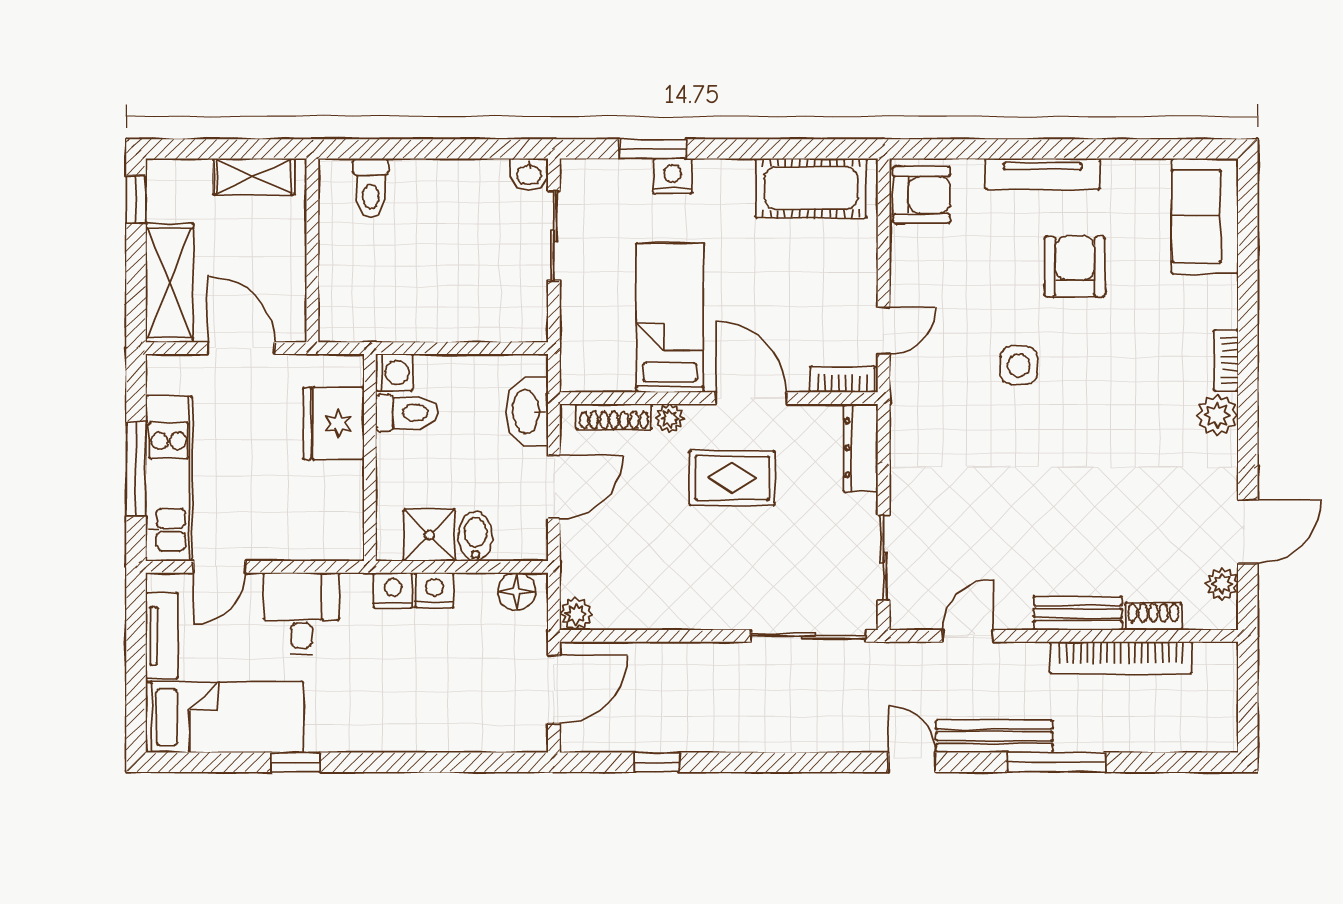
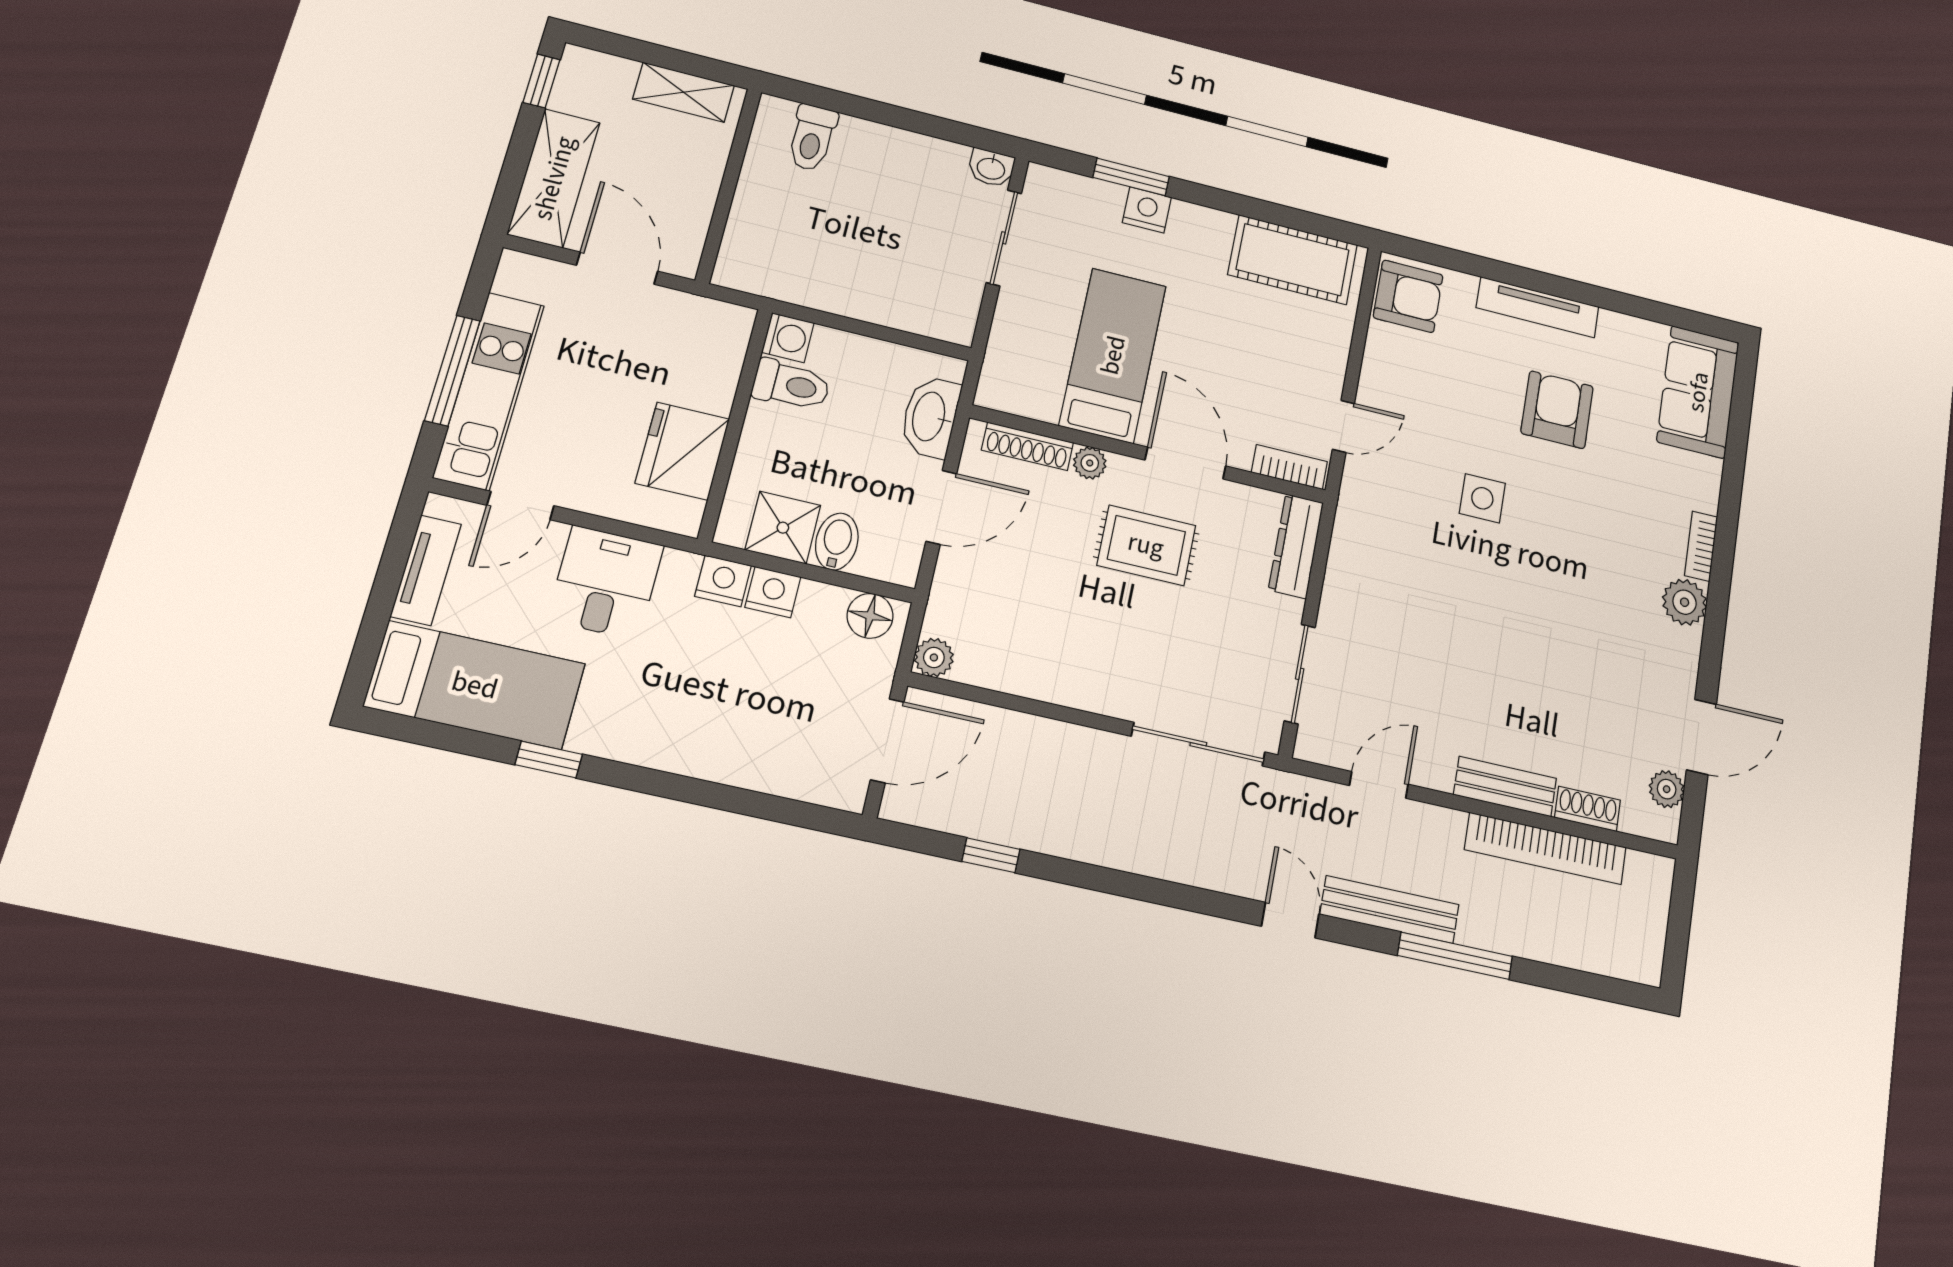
fridge: (333, 423) -> (682, 451), moved

